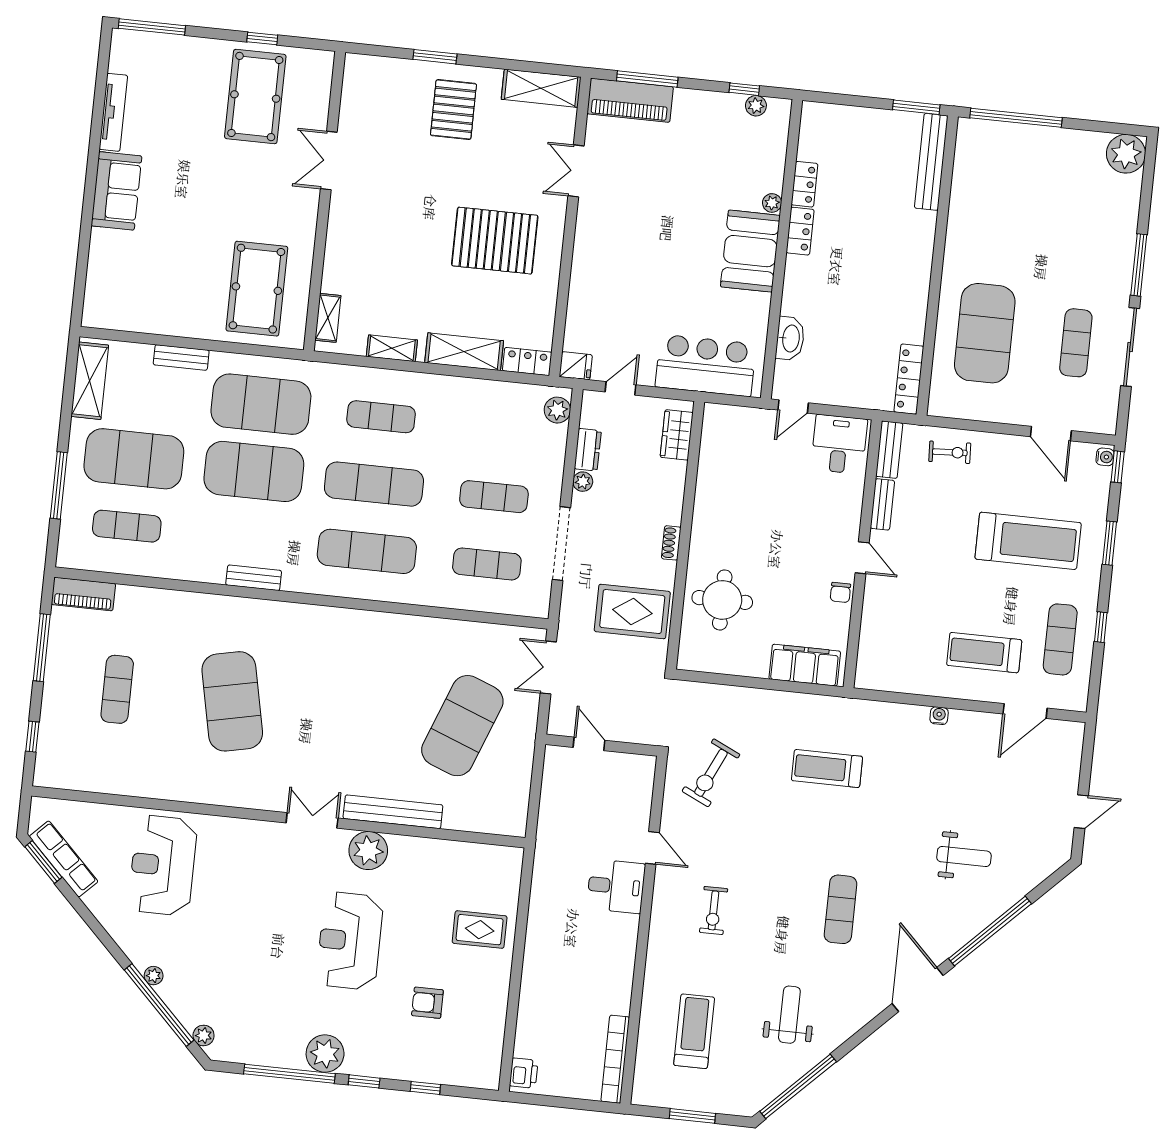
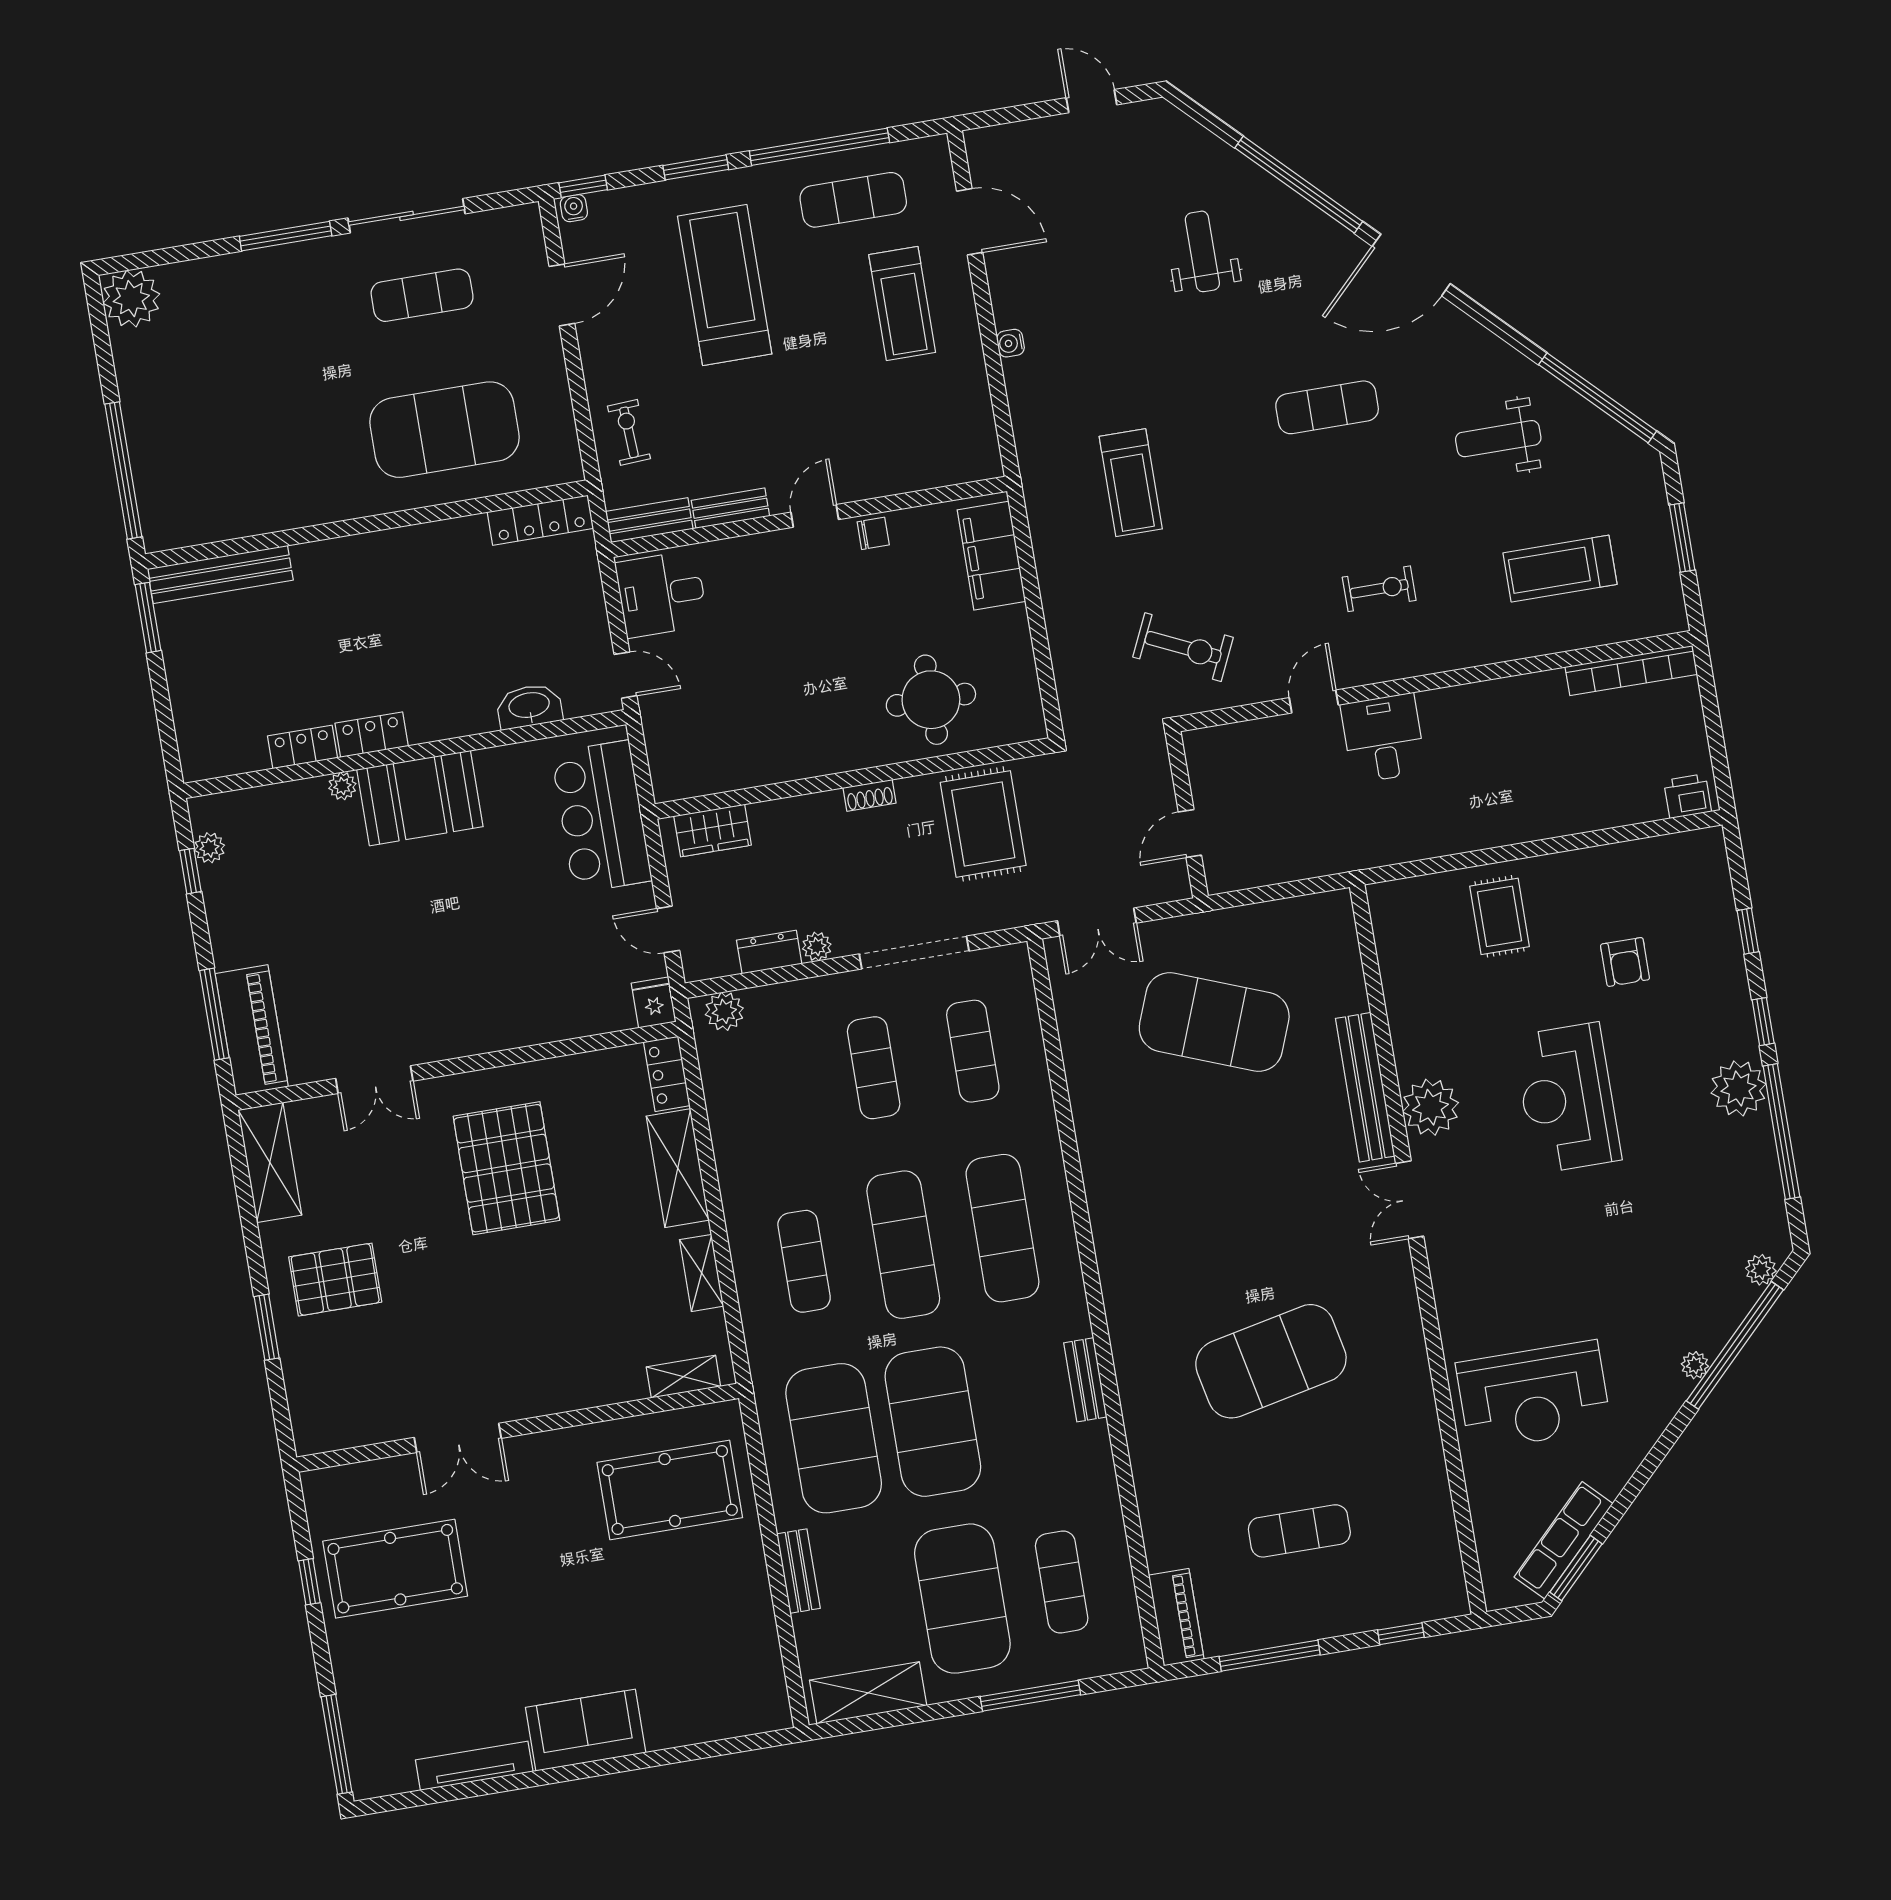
window: (1101, 627) -> (819, 147), width x3.17
reception desk: (350, 941) -> (1567, 1098), turned 90

